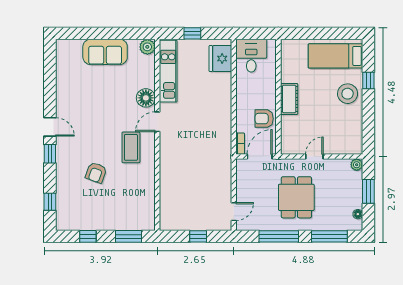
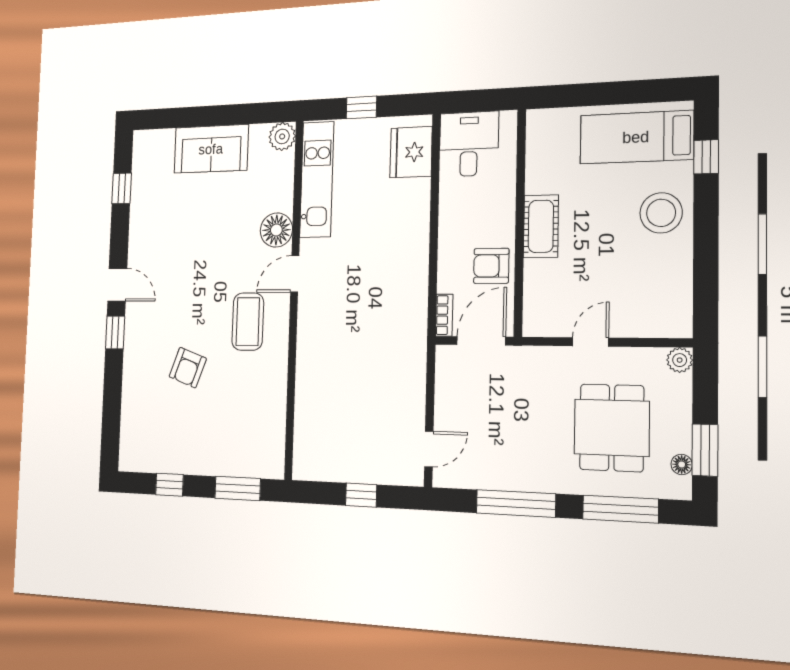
window: (368, 81) -> (706, 157), moved
window: (368, 191) -> (705, 450), moved
dining table: (296, 197) -> (612, 428), moved
window: (50, 202) -> (122, 188), moved

